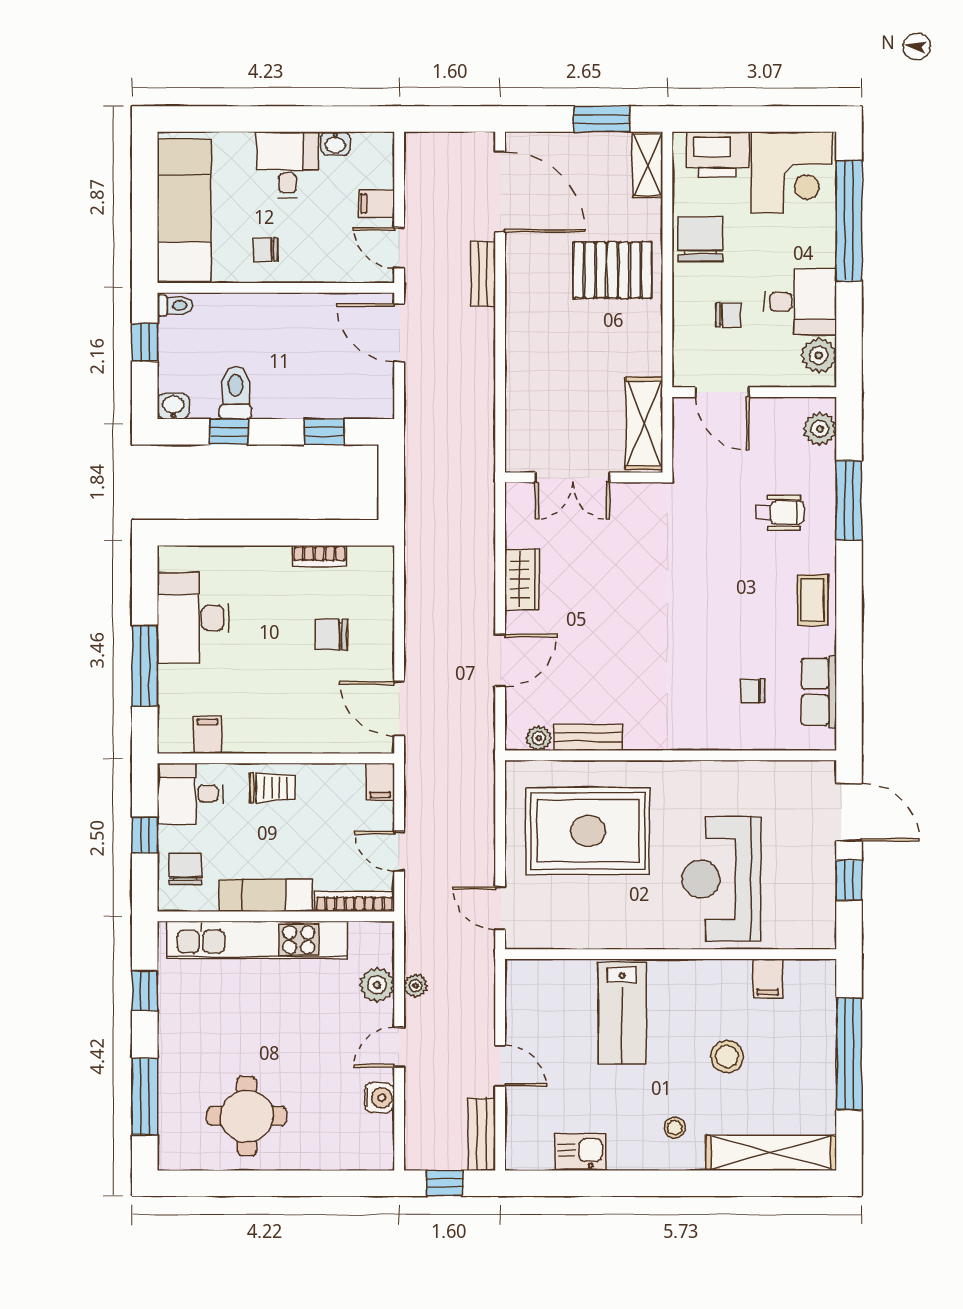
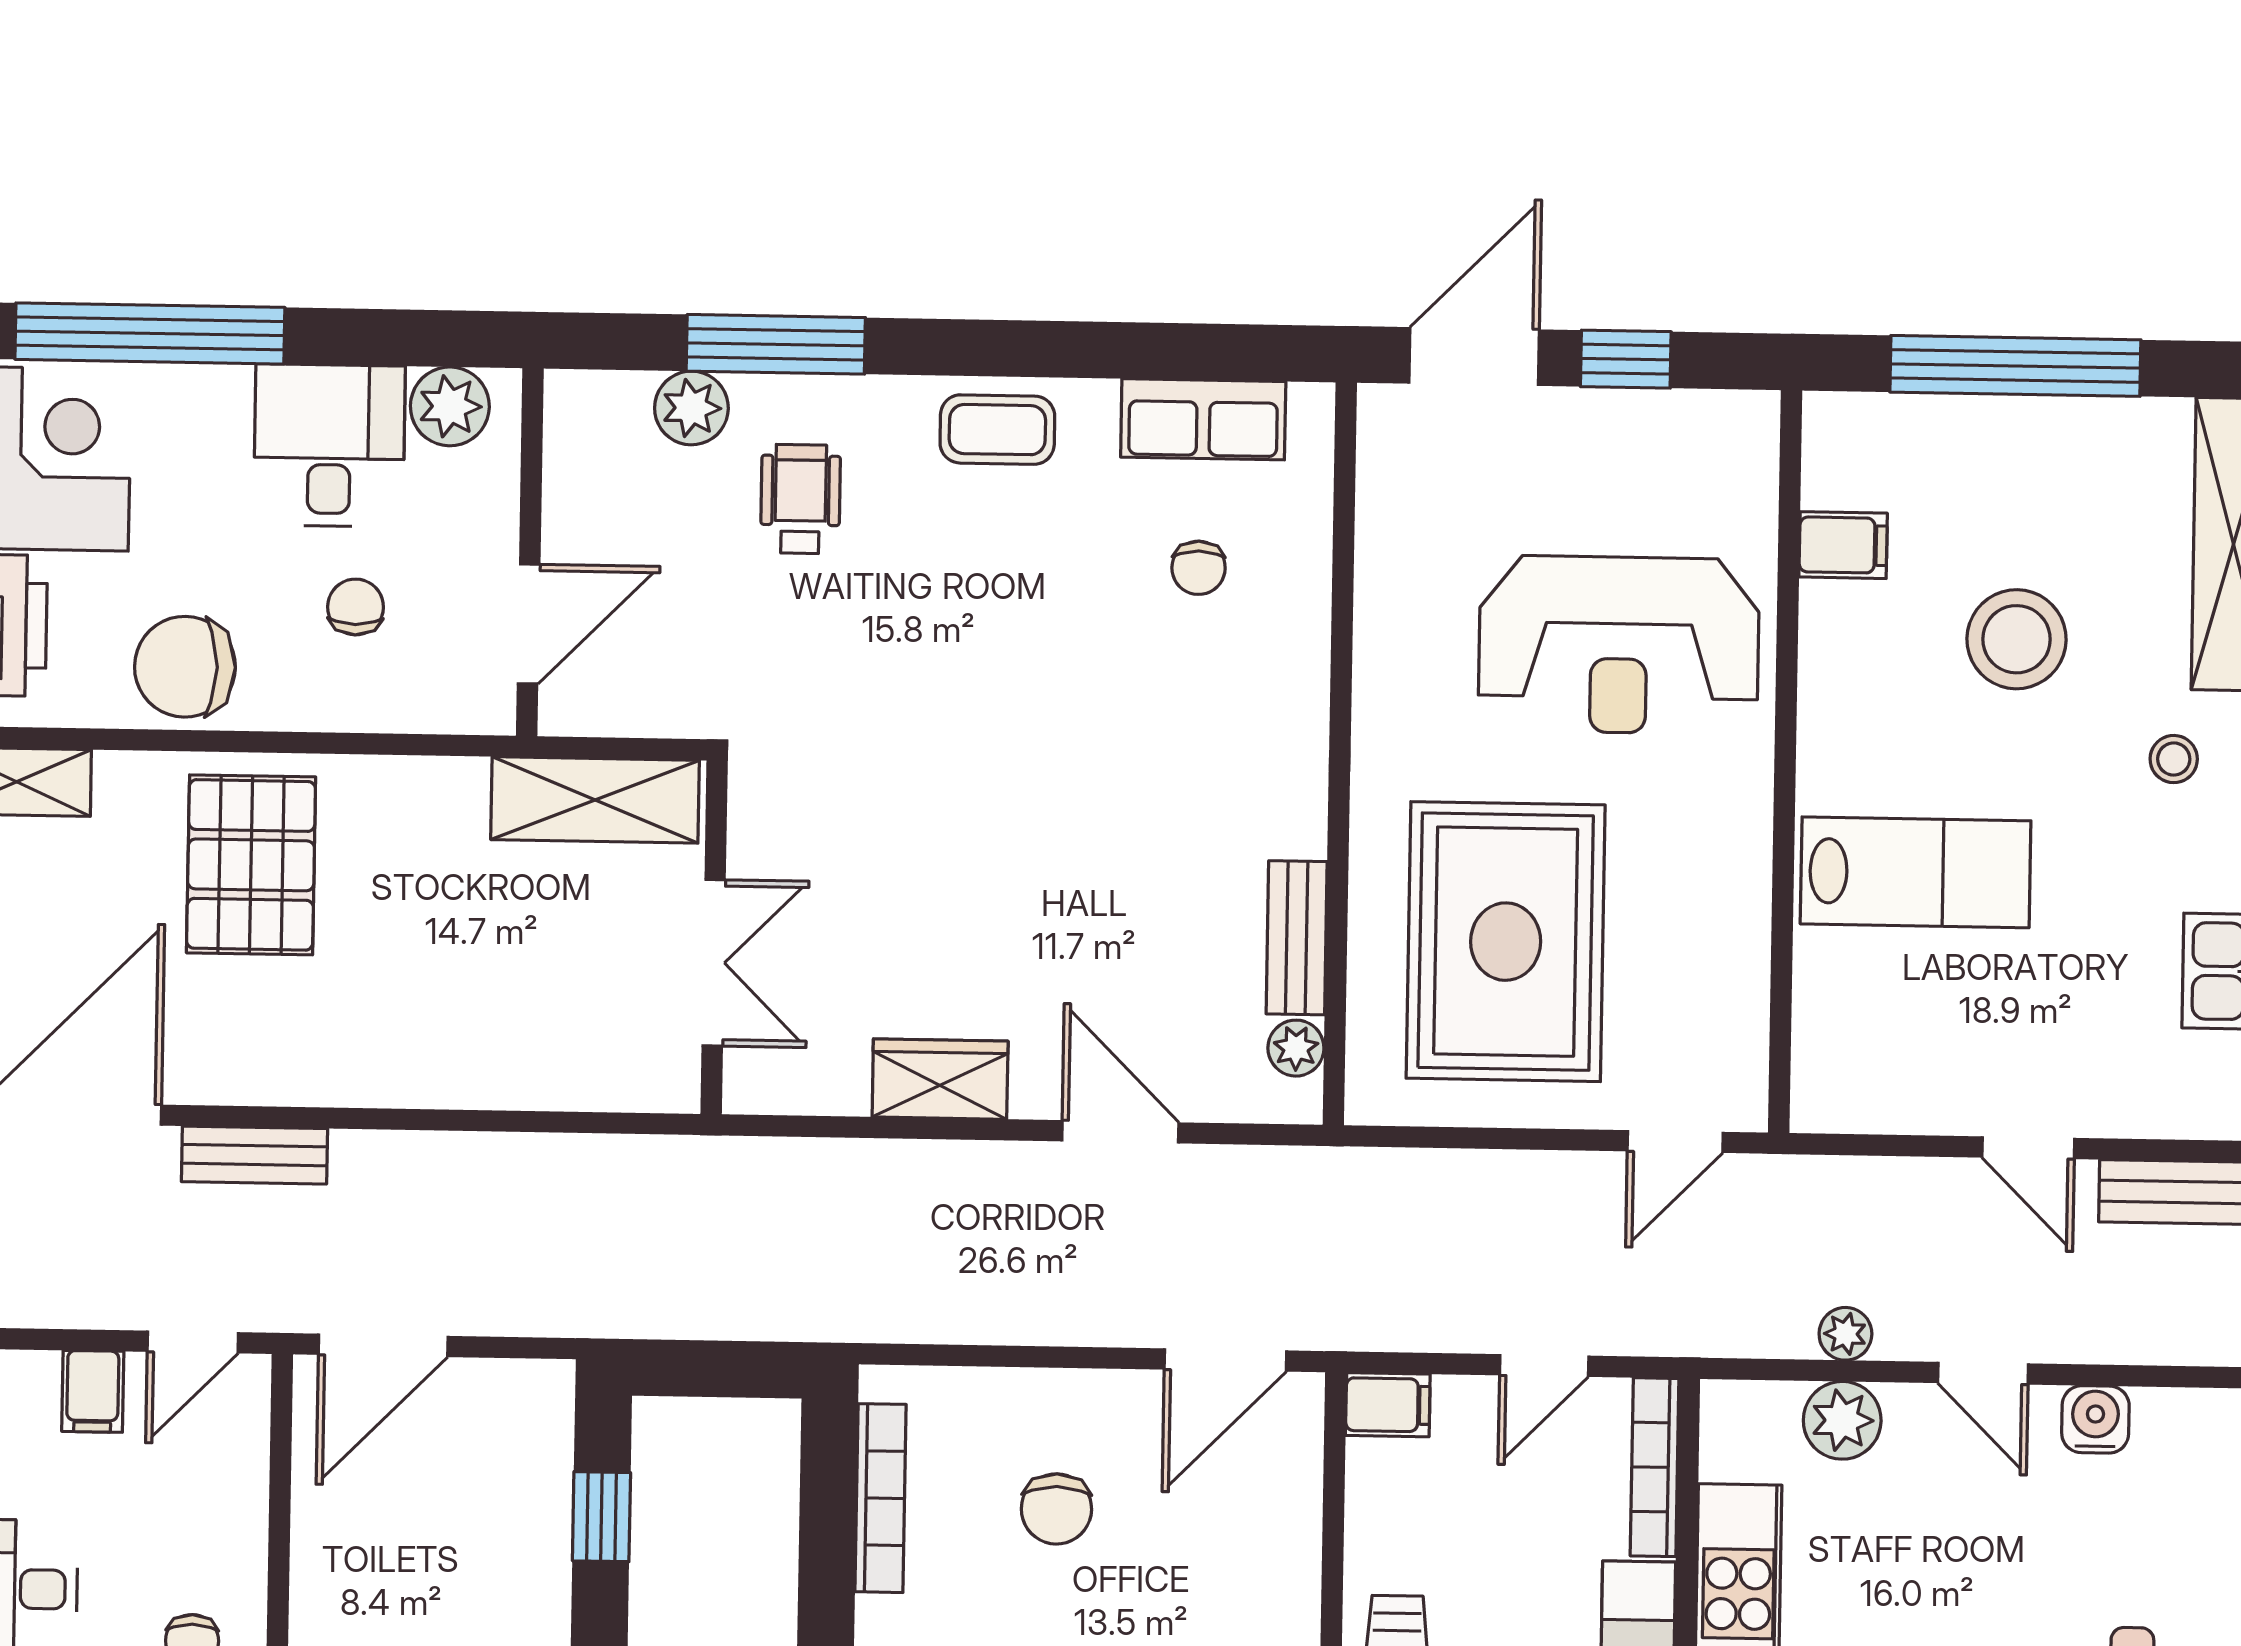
plant: (820, 429) -> (691, 408), moved
bookcase: (320, 556) -> (880, 1498), width x1.56
stool: (727, 1057) -> (2017, 639), width x1.38, depth x1.38
door: (500, 1066) -> (2028, 1148), swing flipped

